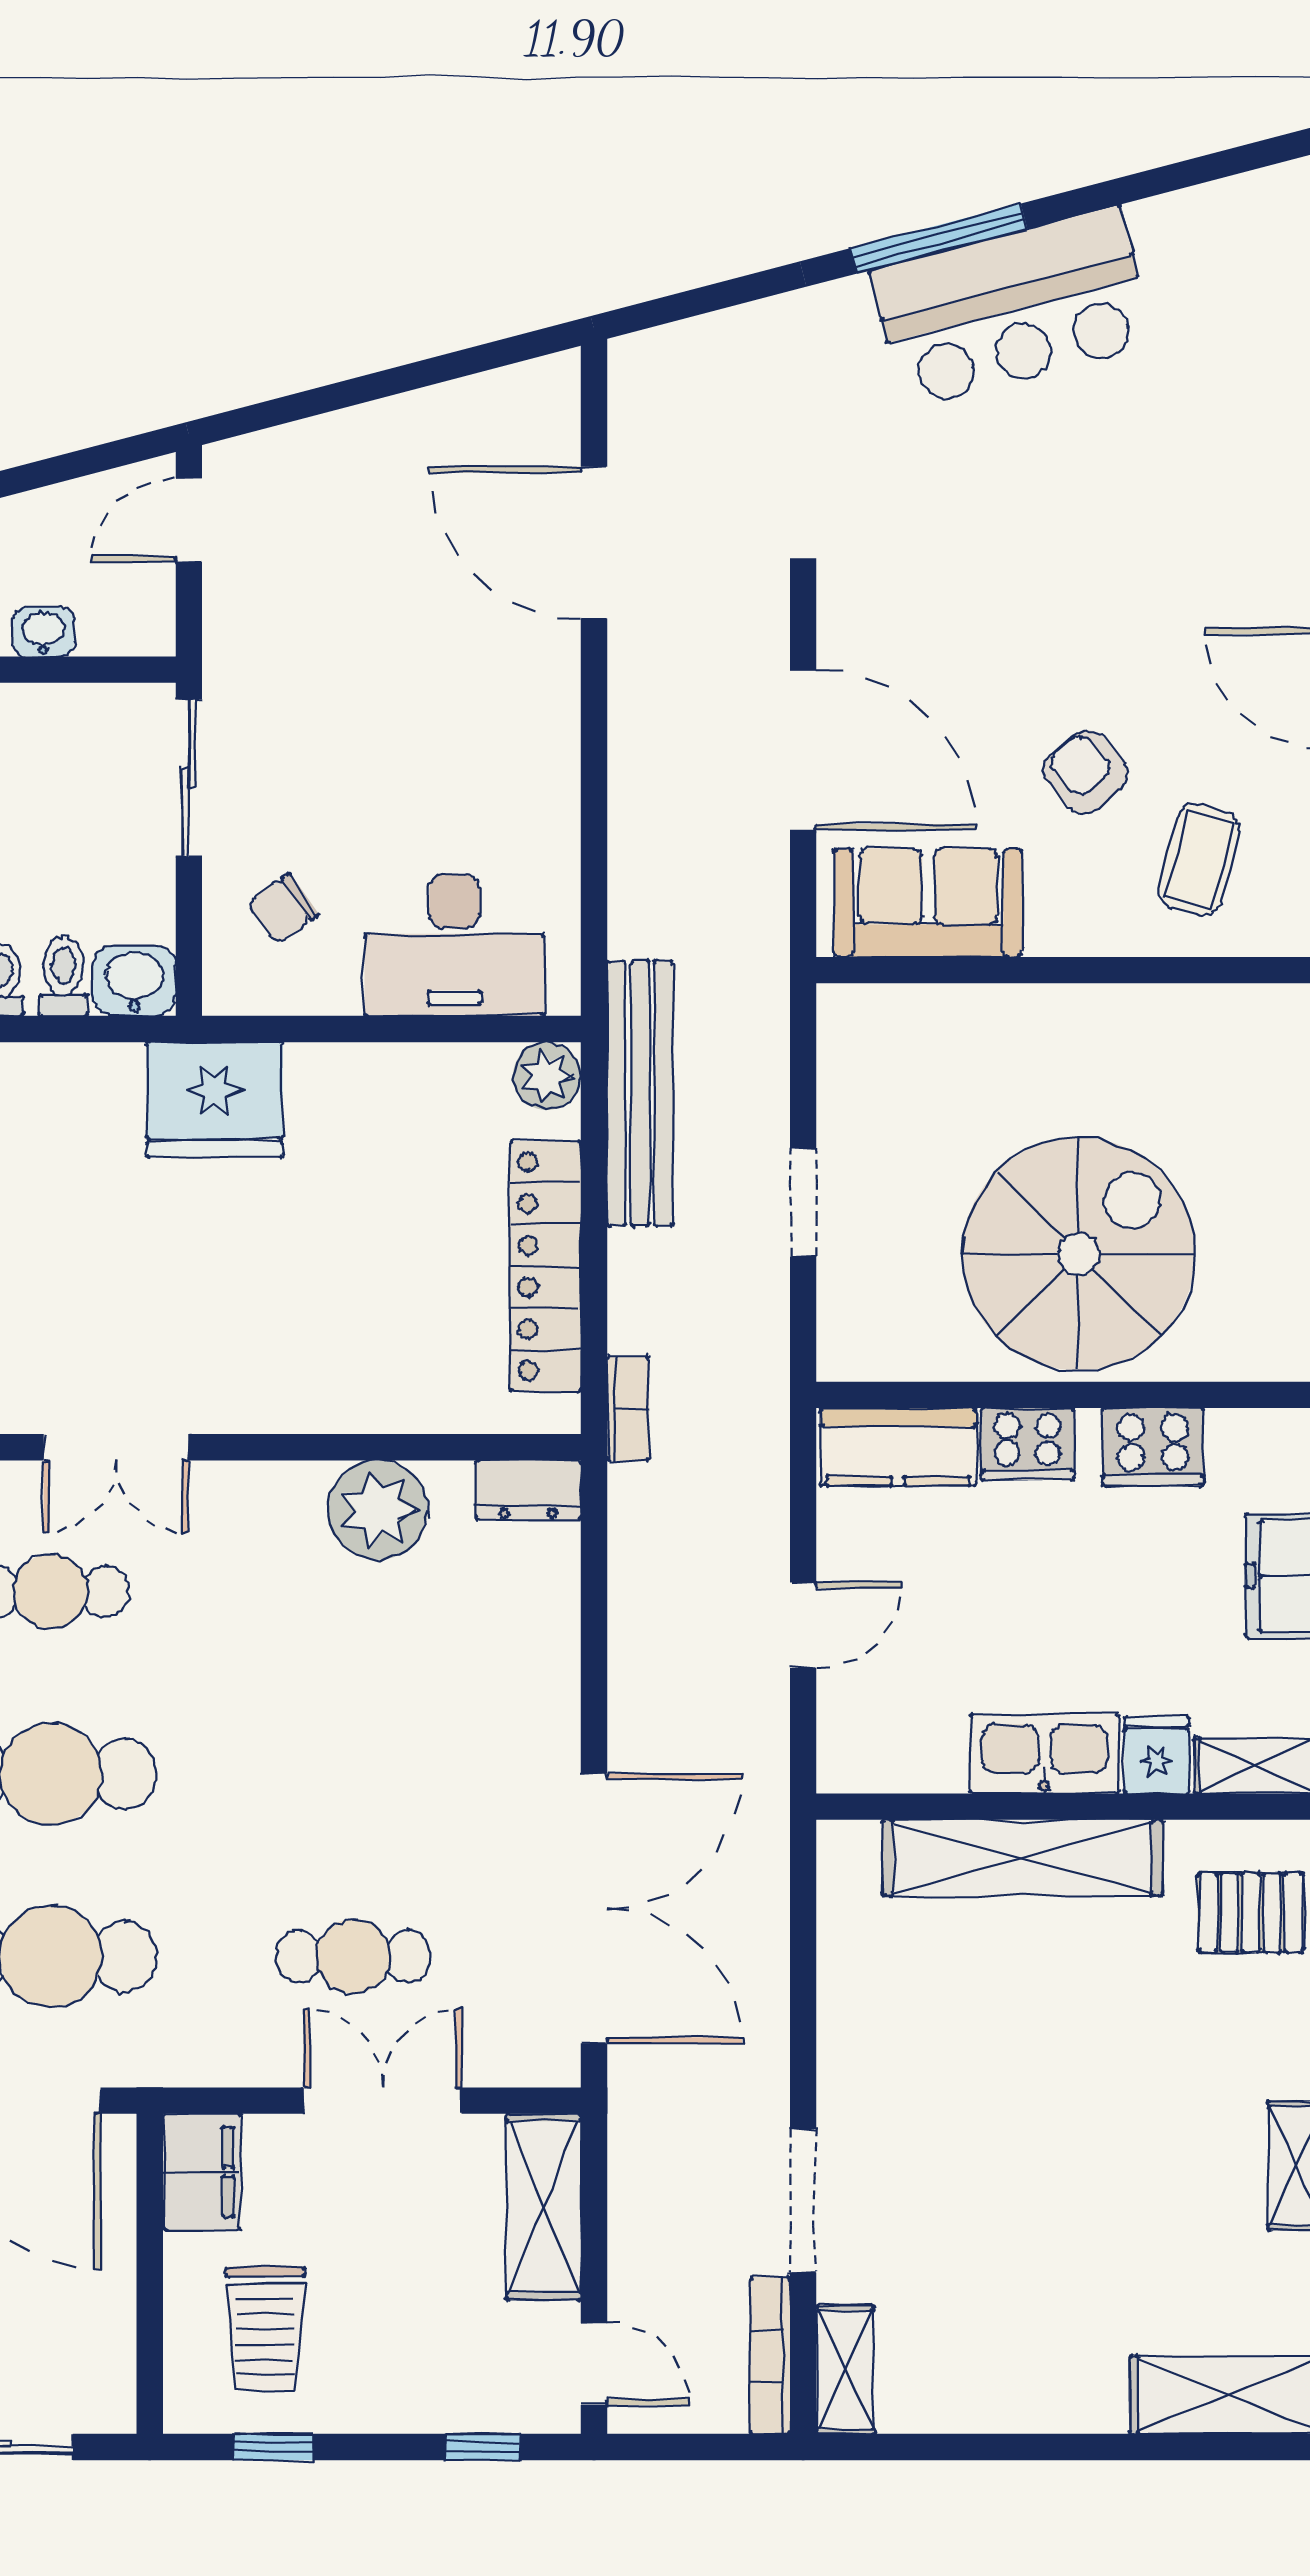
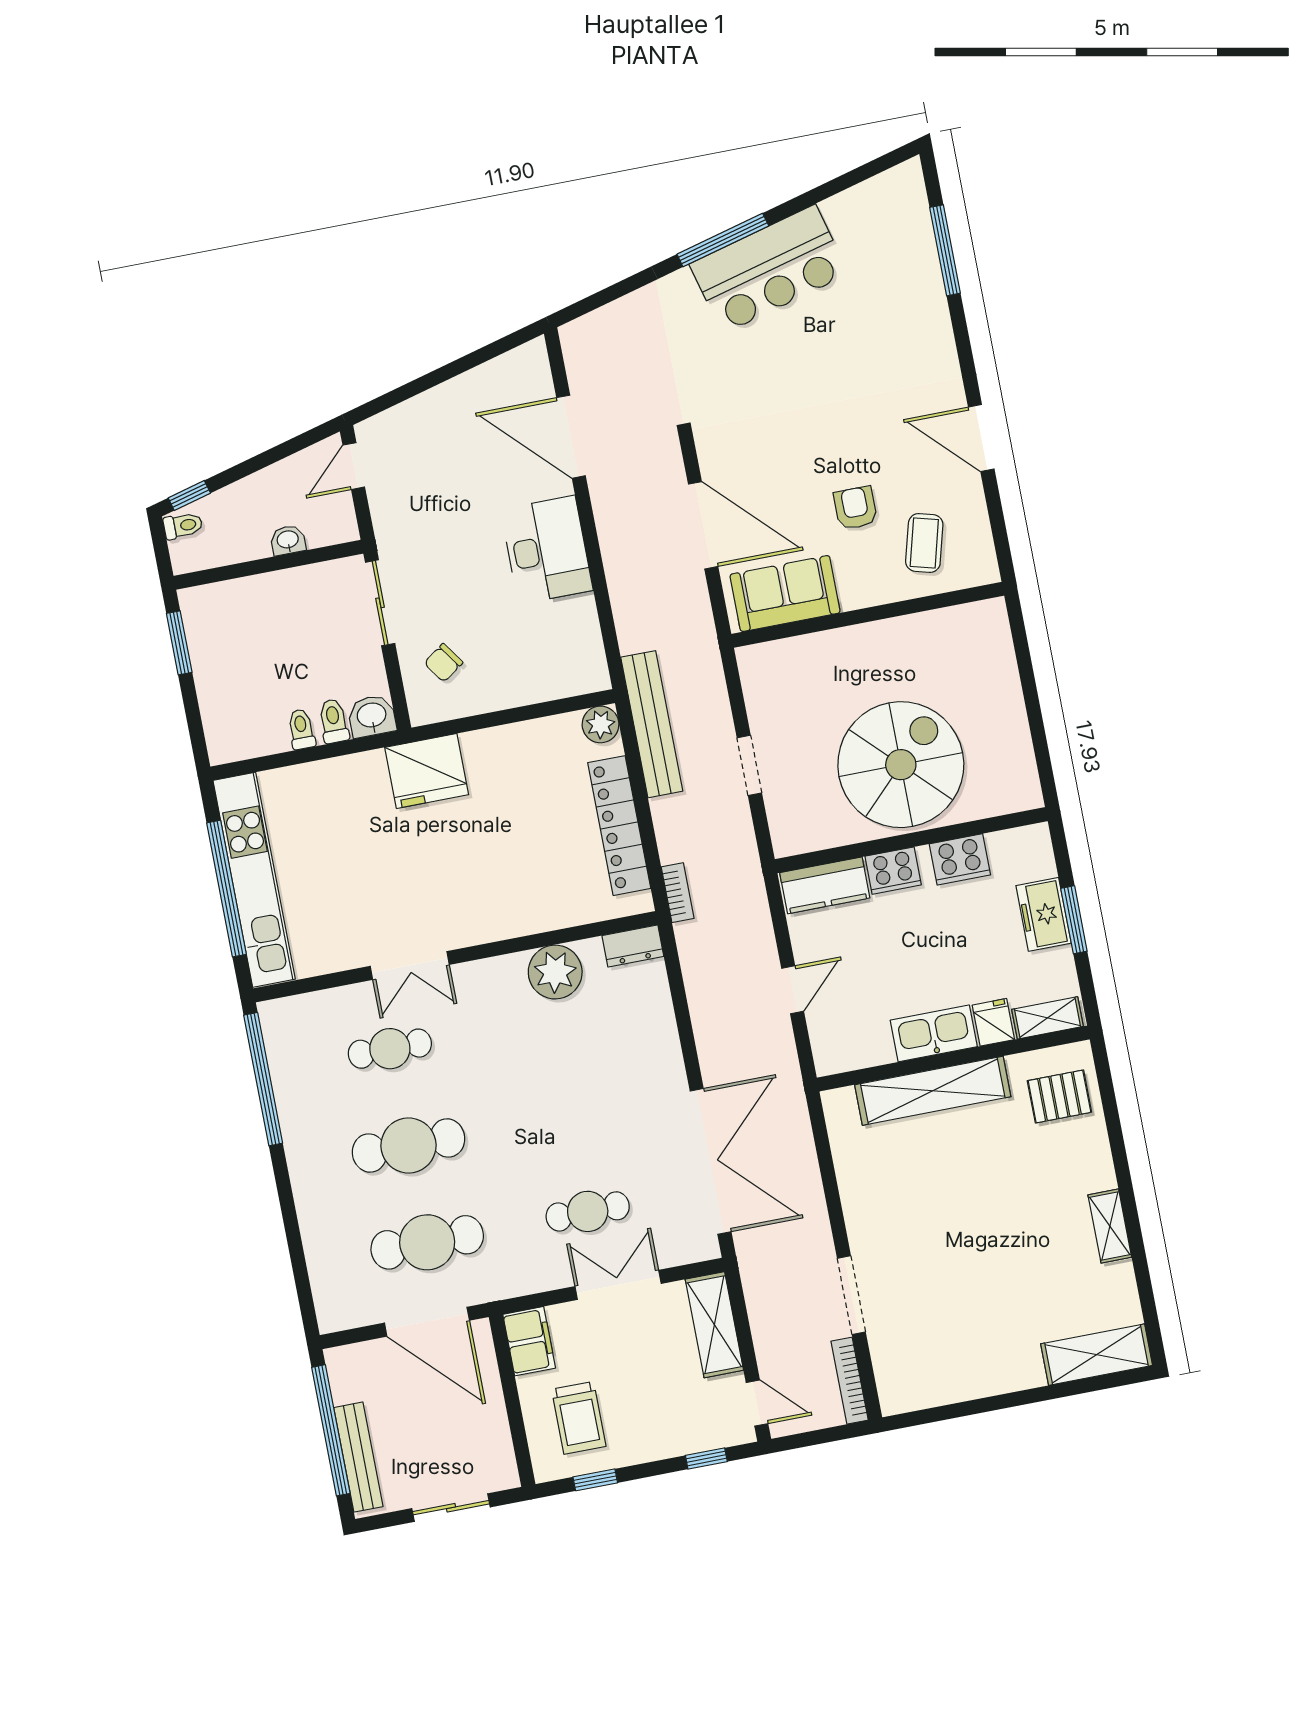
armchair: (1086, 772) -> (855, 508), turned 40
desk: (455, 945) -> (547, 550), moved, turned -90
shelving: (845, 2370) -> (891, 1380), removed

